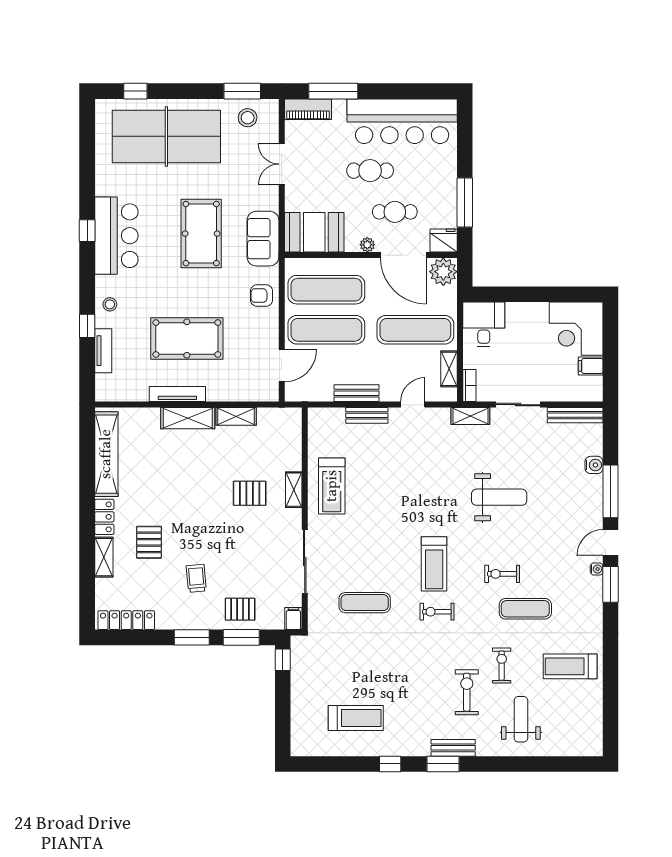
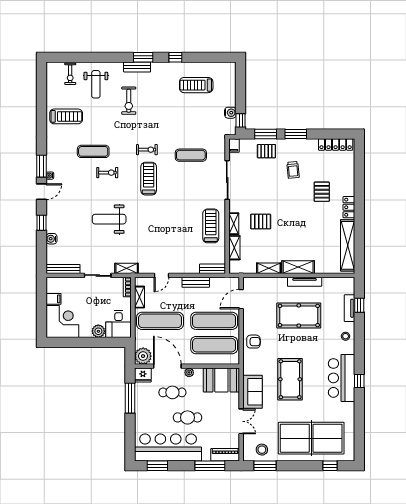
window: (420, 91) -> (157, 466), added
sofa: (263, 239) -> (253, 392), moved
plant: (517, 313) -> (98, 331), added
window: (87, 326) -> (359, 305), moved
bench: (367, 415) -> (212, 269), moved
window: (610, 491) -> (42, 223), width x0.46
shelving: (104, 557) -> (234, 248), moved
exercise bike: (502, 666) -> (70, 74), moved
water cooler: (300, 673) -> (230, 113), added

